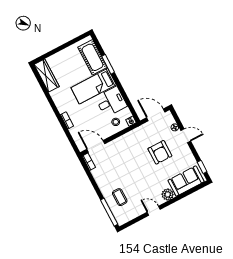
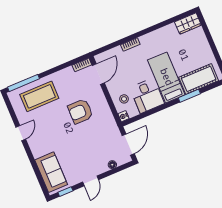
wardrobe: (47, 76) -> (188, 24), width x0.67
door: (186, 136) -> (91, 181), moved
armchair: (160, 152) -> (80, 111), moved
plant: (168, 194) -> (38, 150), removed
coffee table: (120, 197) -> (39, 96), width x1.86, depth x1.72

